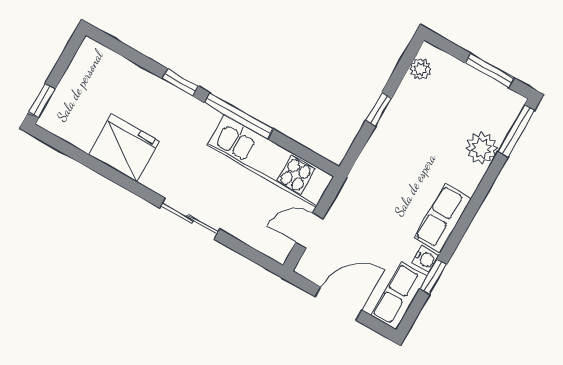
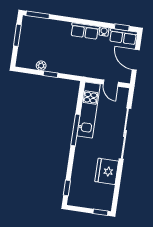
plant: (421, 69) -> (41, 66), moved
window: (180, 82) -> (67, 188), moved
plant: (482, 148) -> (50, 26), removed
sliding door: (190, 219) -> (125, 134), width x1.86
window: (433, 277) -> (122, 27), moved

